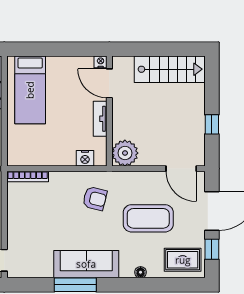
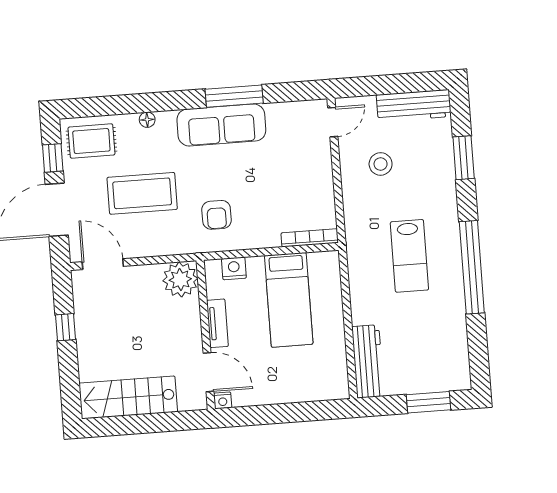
bed: (30, 90) -> (289, 300), moved, turned 180
armchair: (95, 198) -> (217, 215), turned -104

